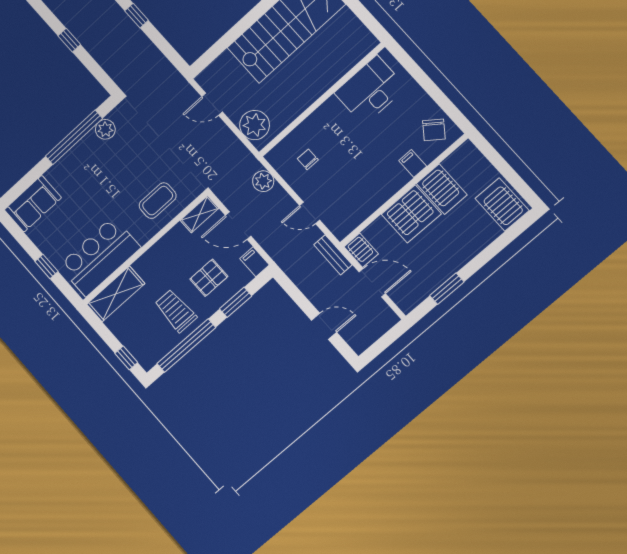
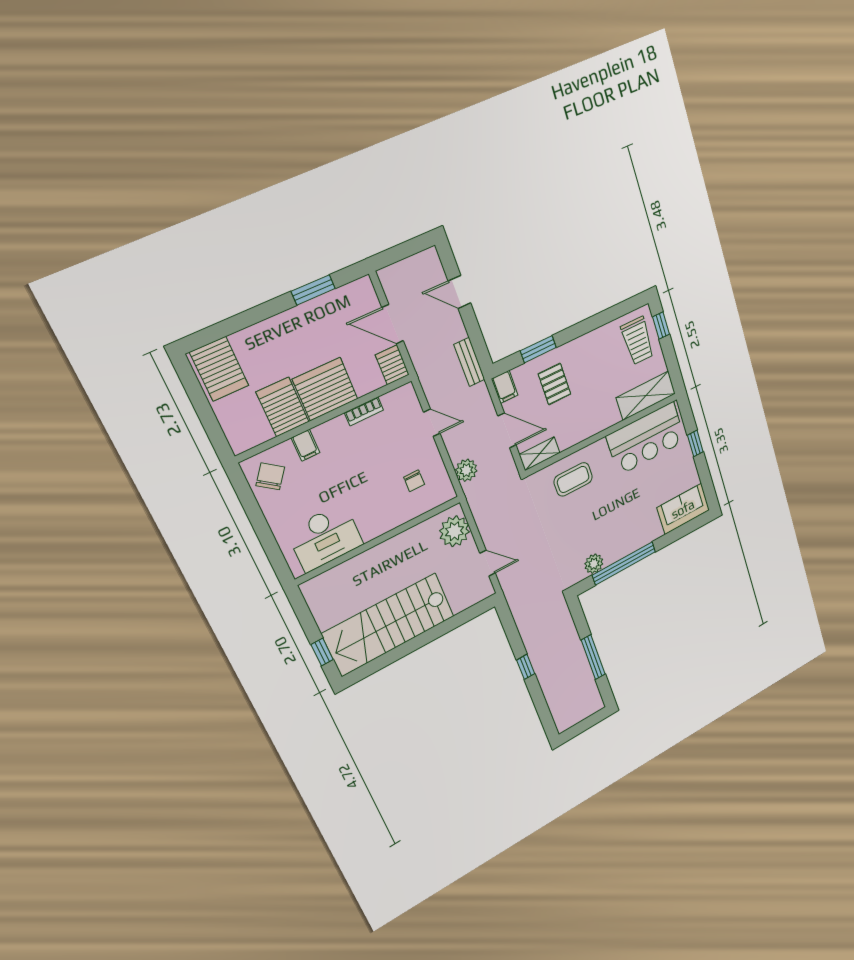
window: (69, 40) -> (593, 657), width x2.17
bookcase: (372, 205) -> (364, 411), added
bench: (333, 255) -> (469, 362), moved
pallet: (209, 278) -> (555, 384), turned 90
trolley: (176, 311) -> (638, 341), moved
window: (186, 346) -> (602, 319), removed

